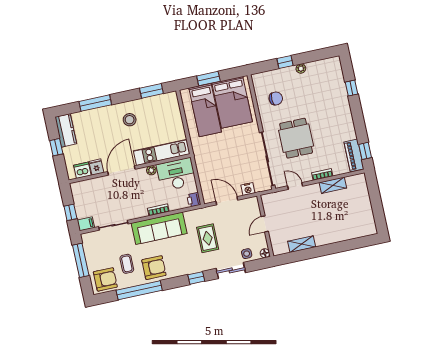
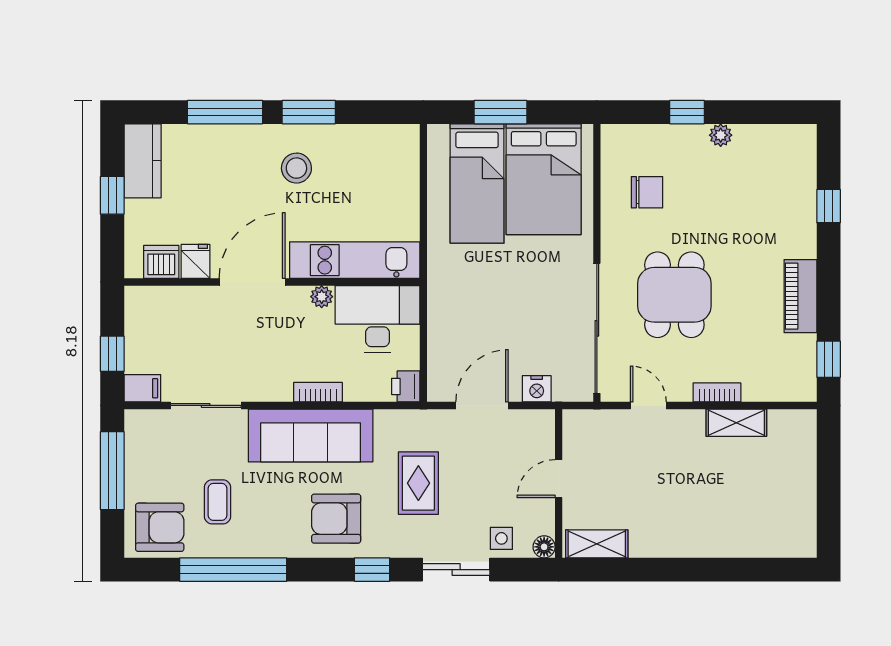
window: (151, 91) -> (309, 112), moved
piano: (354, 155) -> (800, 296), moved
door: (227, 201) -> (482, 405), hinge flipped
shelving: (302, 244) -> (597, 544), moved
armchair: (154, 268) -> (336, 519), moved, turned 180

